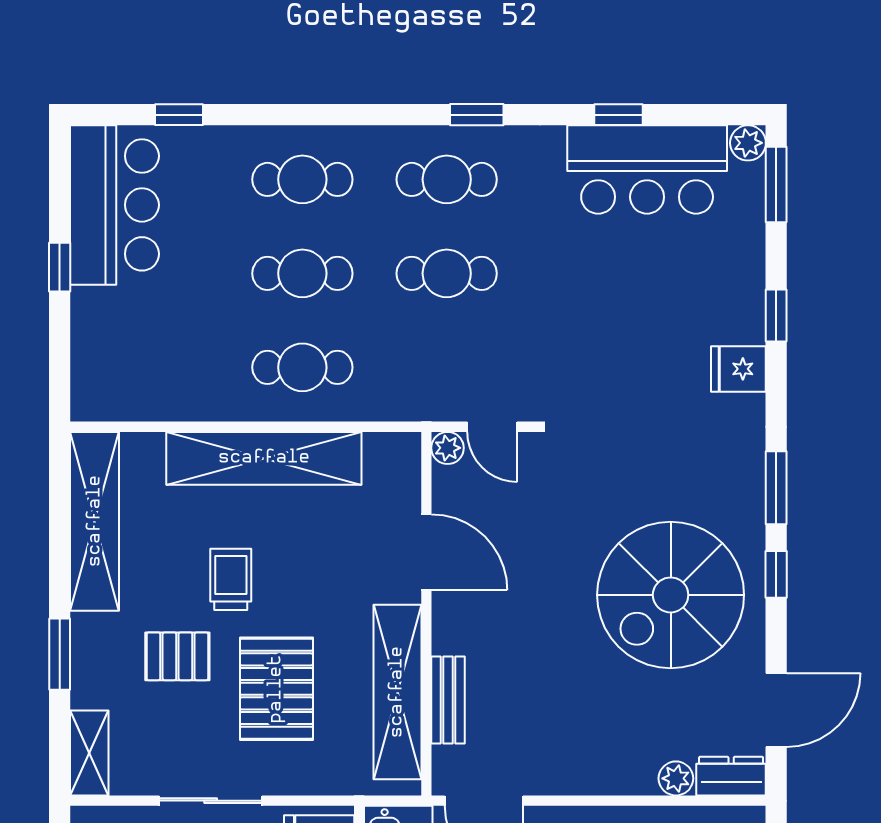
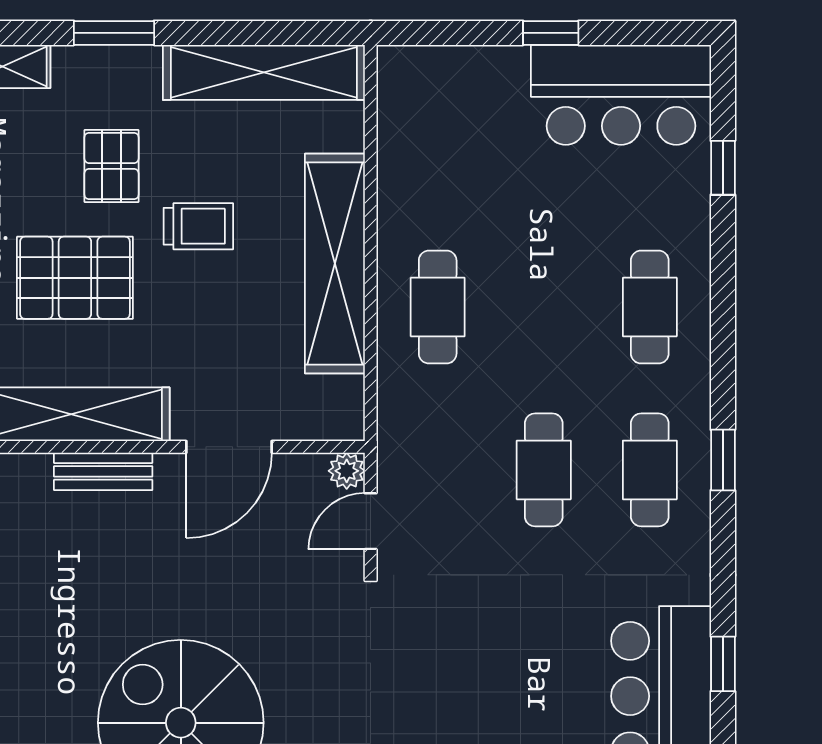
window: (477, 115) -> (723, 460), moved
cafe table: (302, 273) -> (544, 307), removed
bench: (448, 700) -> (103, 471), moved

